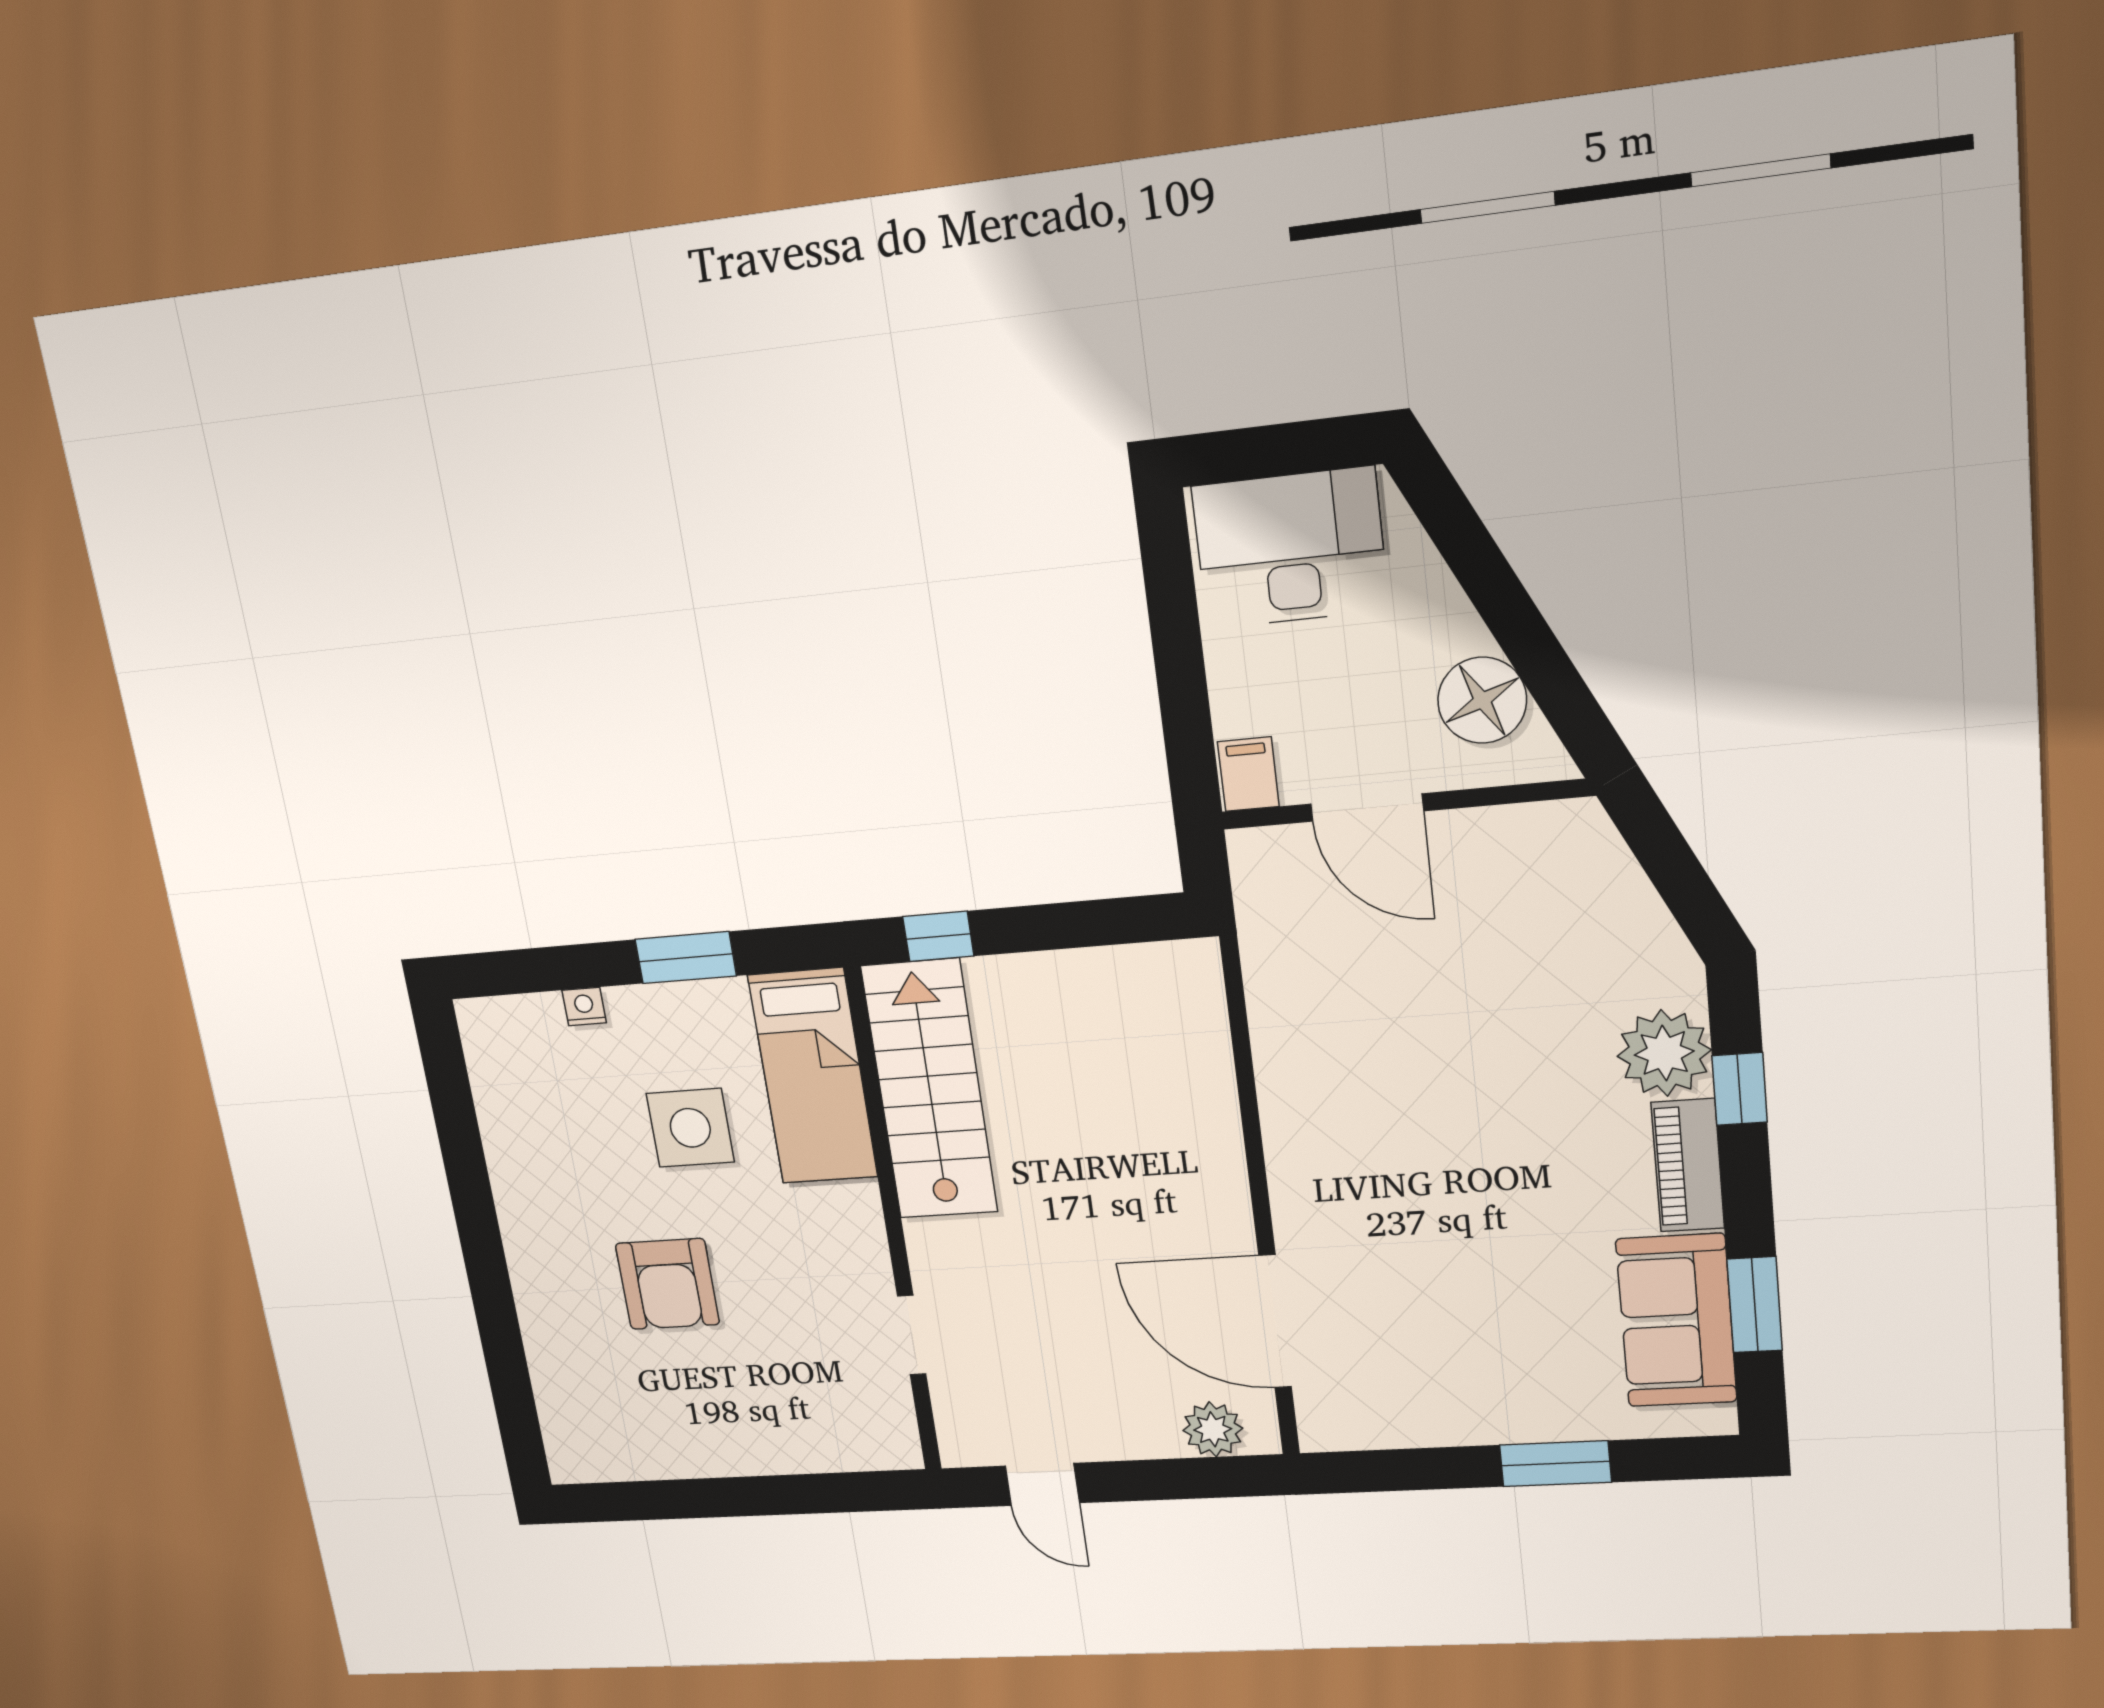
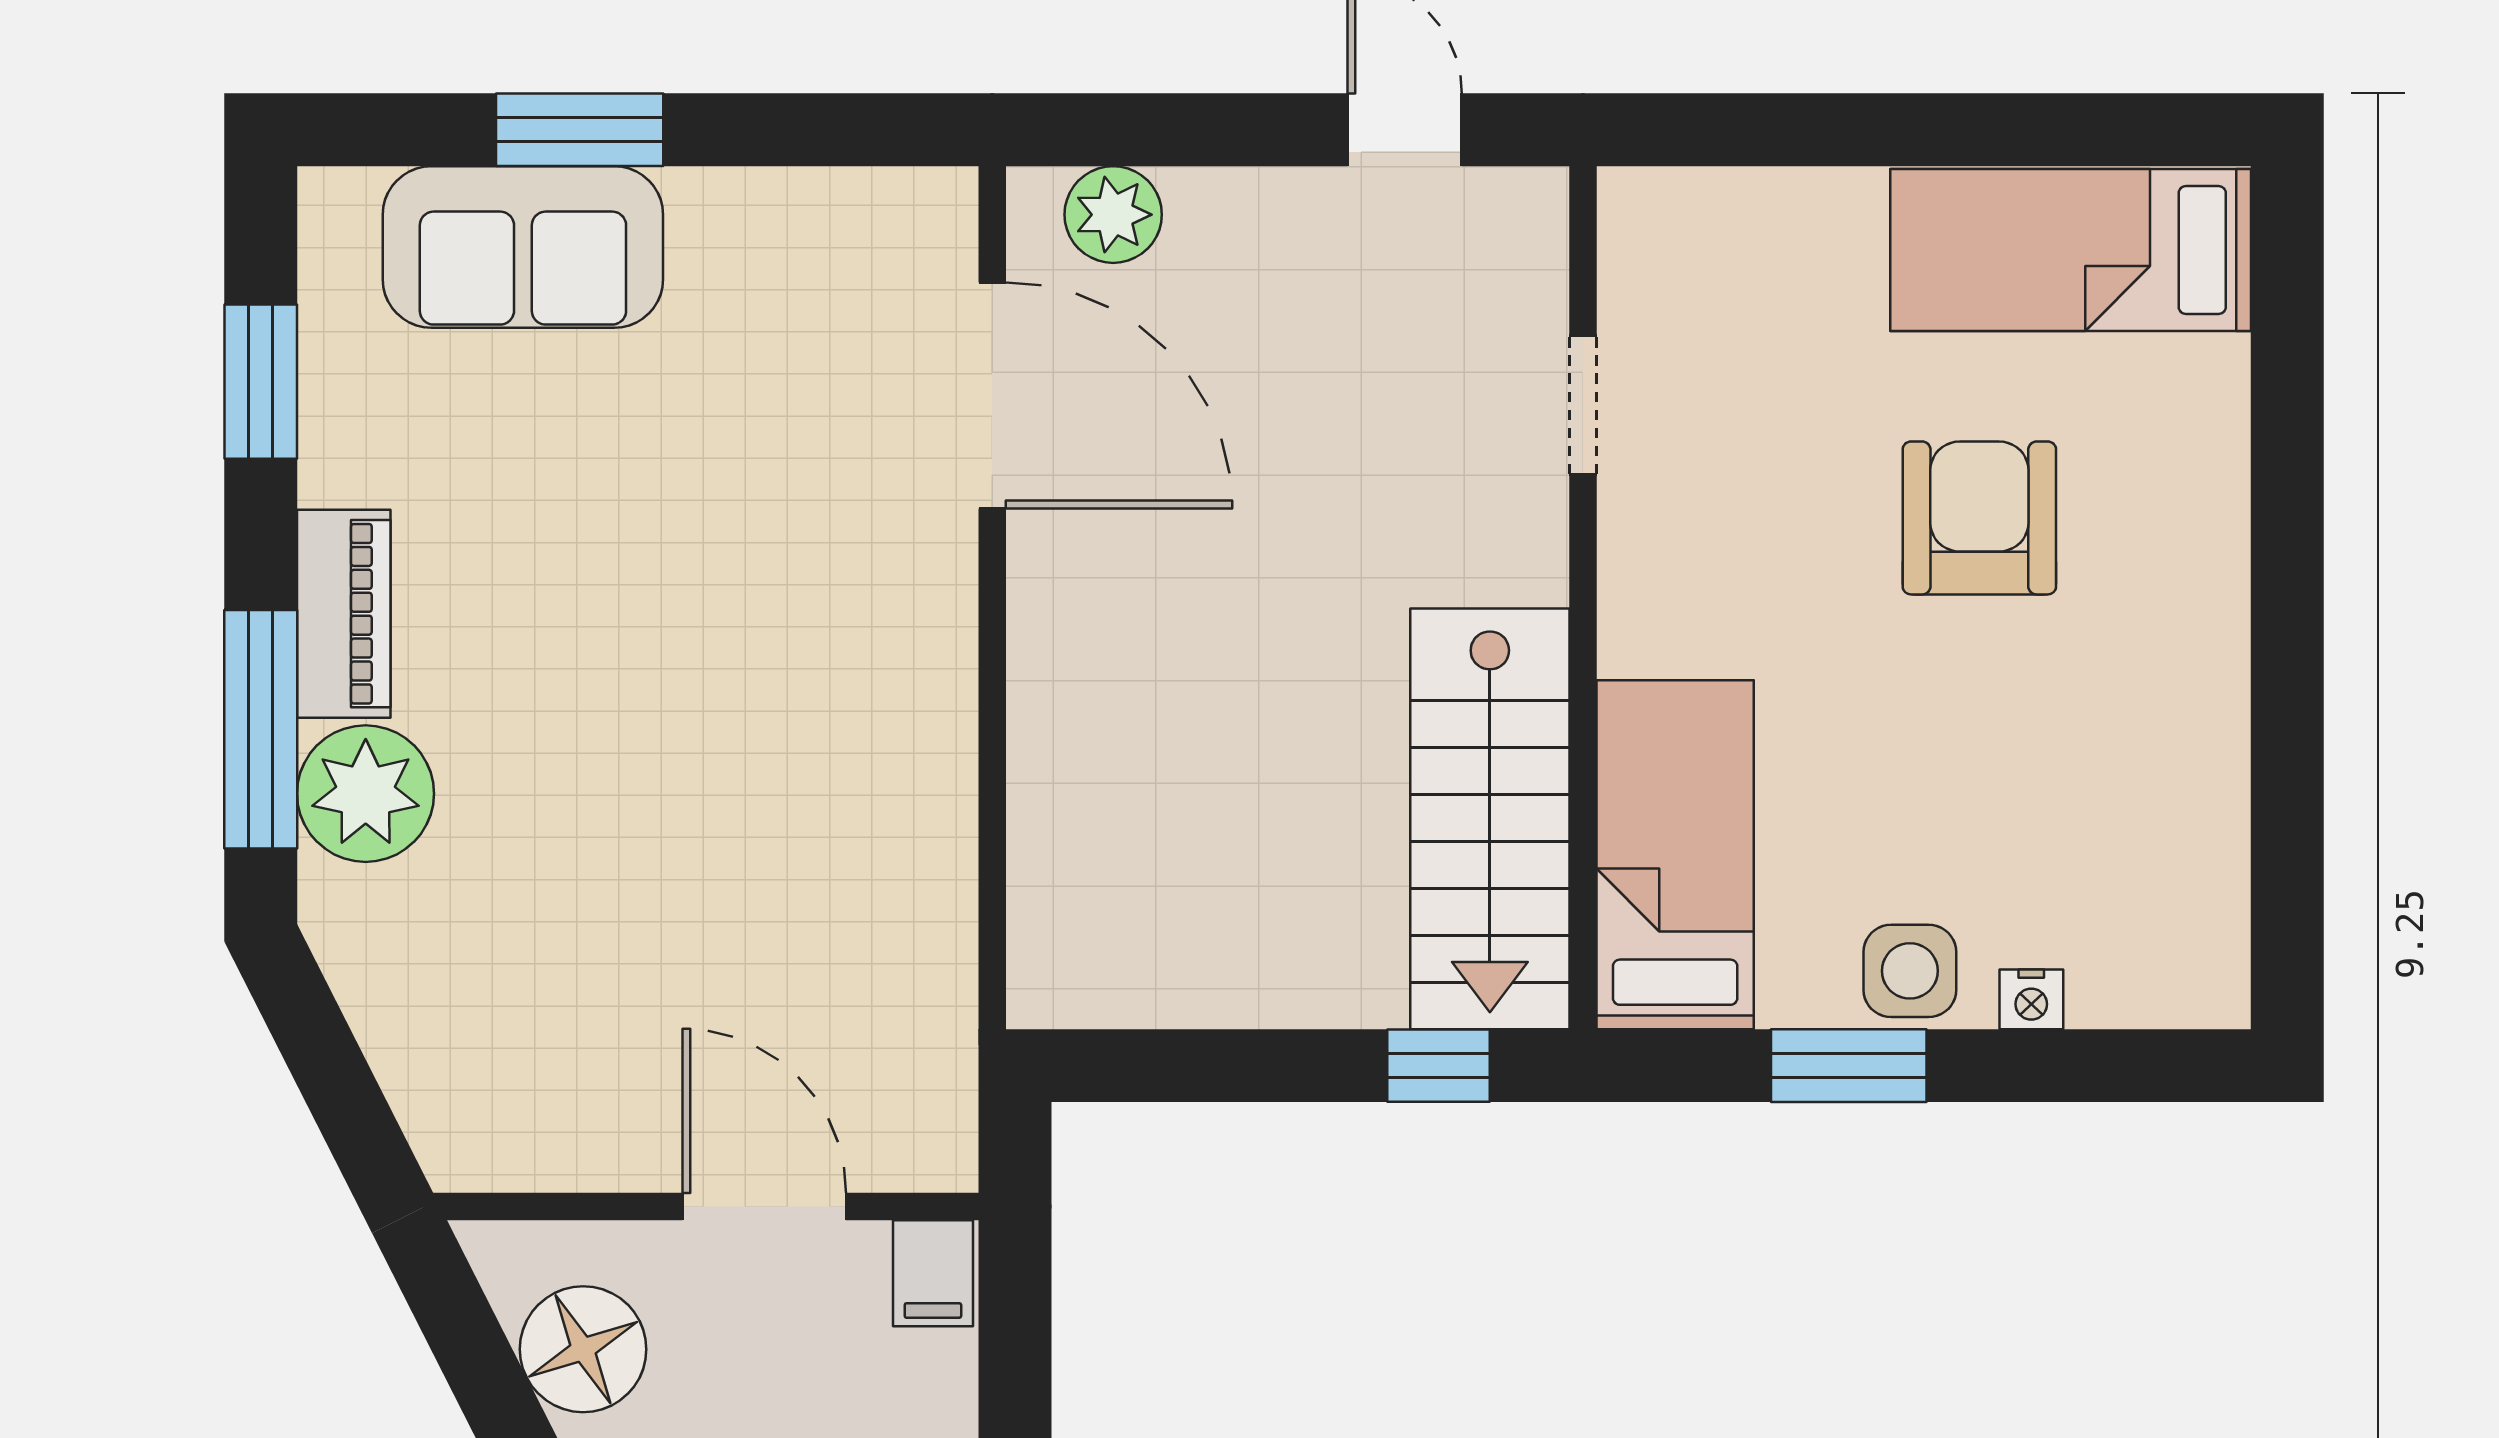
window: (1740, 1089) -> (261, 729), width x2.17
side table: (690, 1128) -> (1910, 971), moved, width x0.73, depth x0.73
sofa: (1676, 1321) -> (523, 247), moved, turned 90
bed: (644, 1435) -> (2071, 250), added

